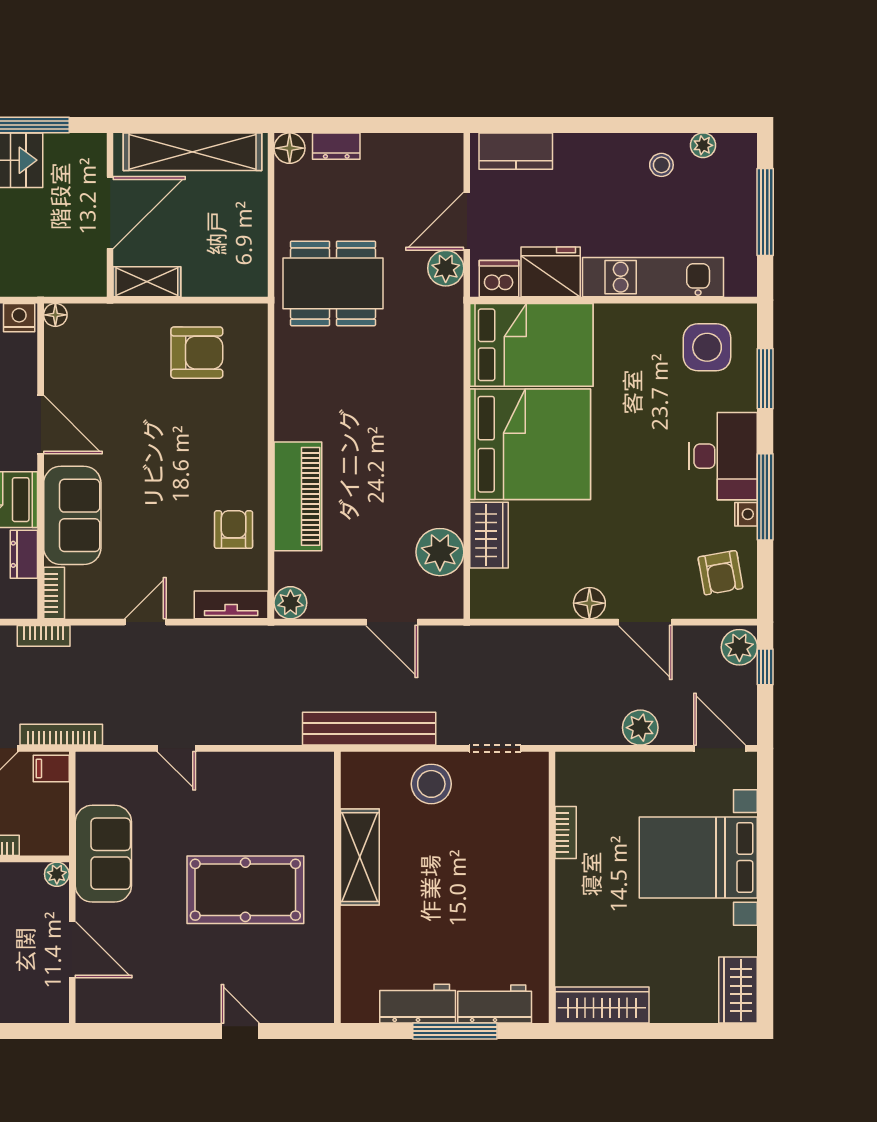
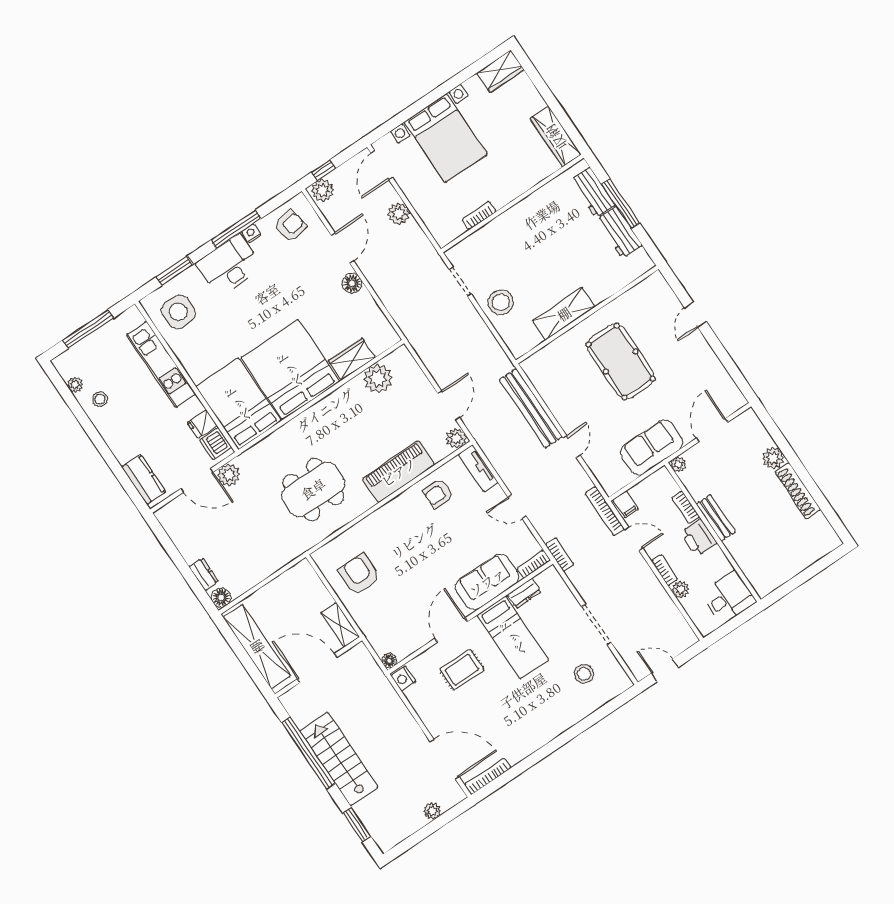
fridge: (551, 272) -> (202, 424), width x0.53, depth x0.75
dining table: (333, 283) -> (313, 489), moved, turned 90
door: (392, 622) -> (449, 405), moved
bench: (369, 729) -> (531, 408), moved

